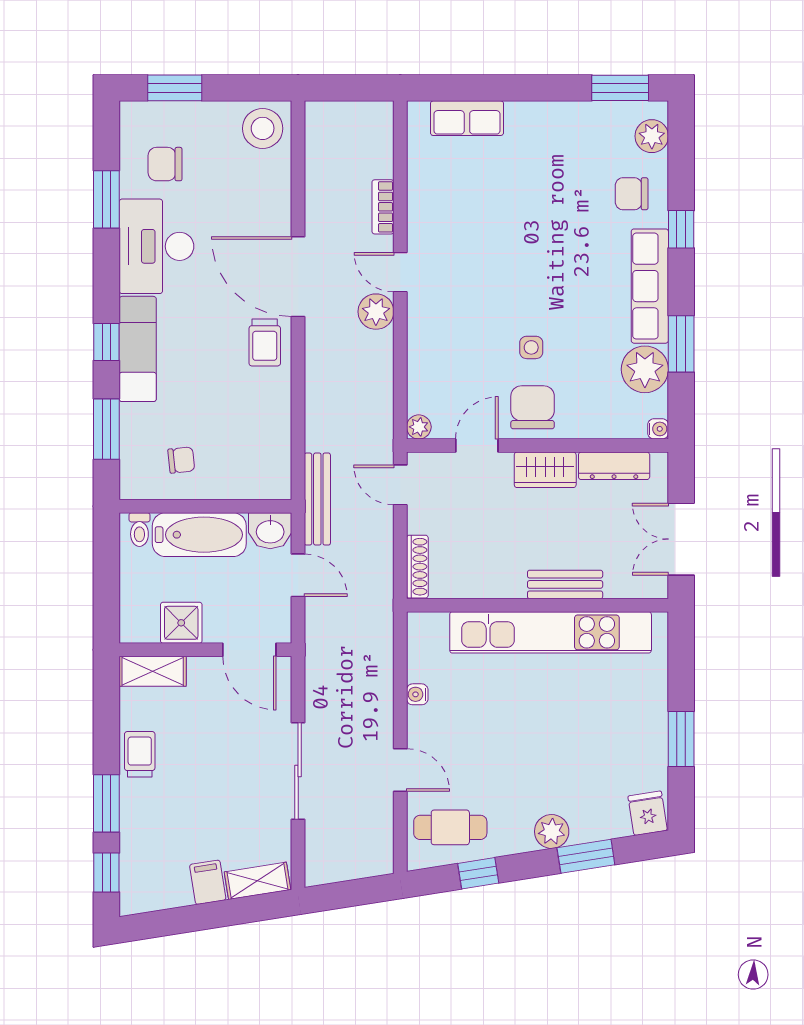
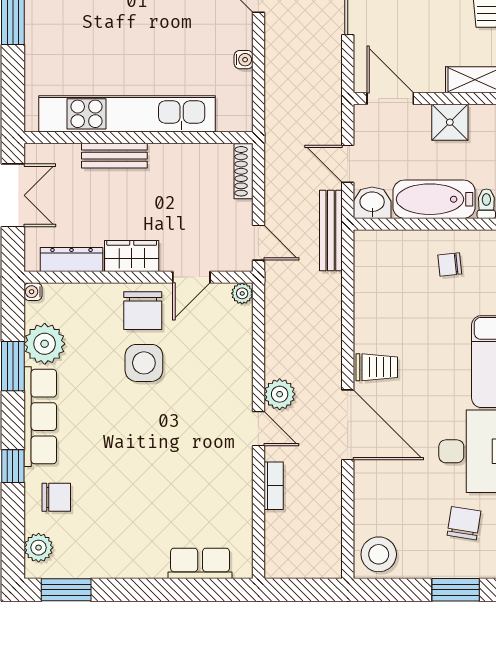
chair: (165, 164) -> (464, 523), turned -81
trolley: (265, 343) -> (377, 367), turned 90
side table: (531, 347) -> (144, 363), width x1.87, depth x1.87

